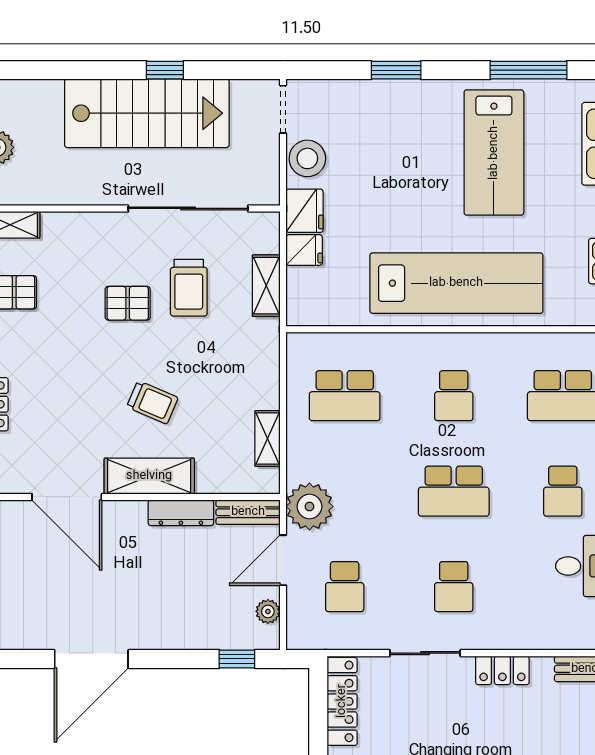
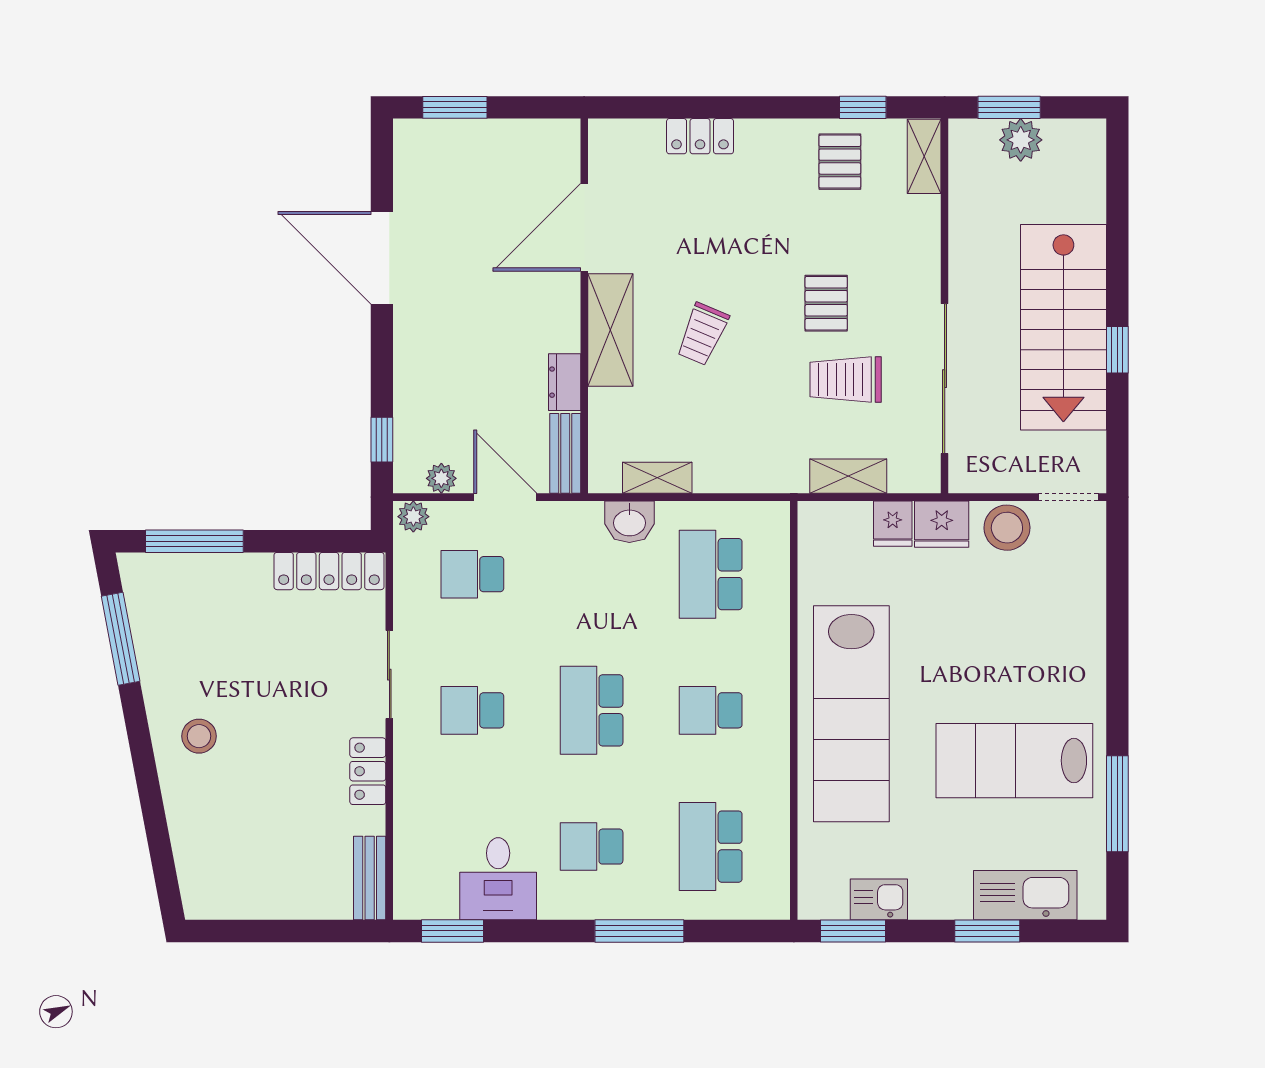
window: (396, 70) -> (1117, 638), removed
washbasin: (303, 461) -> (629, 522), added
plant: (309, 506) -> (413, 517), moved, width x0.53, depth x0.53
dresser: (181, 513) -> (565, 382), width x0.70

